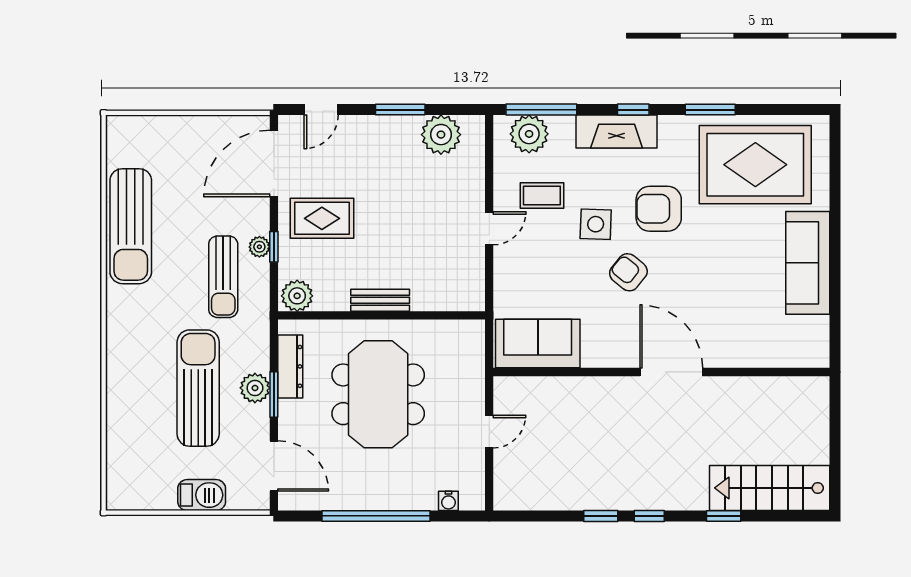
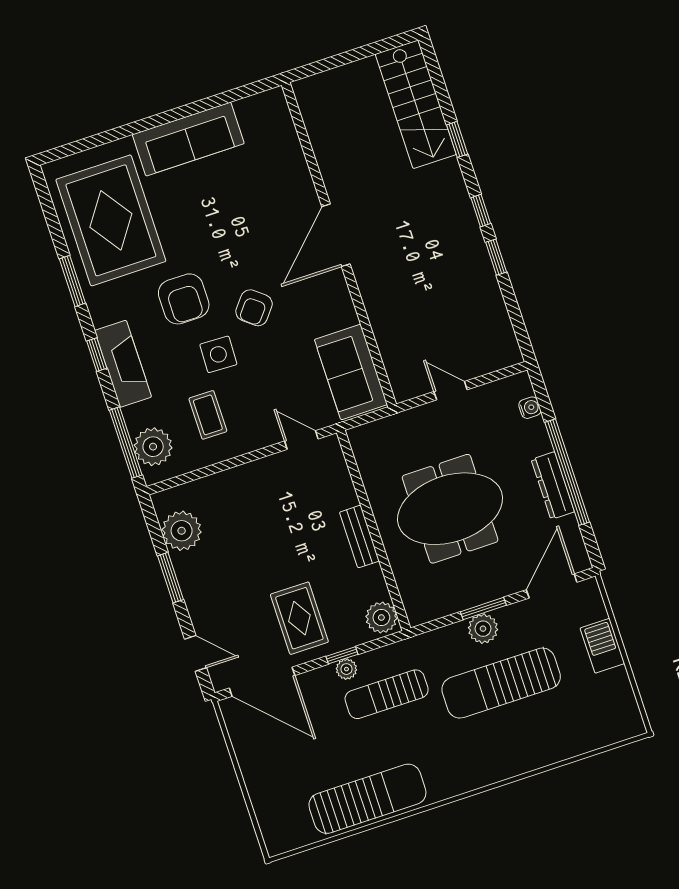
door: (489, 228) -> (301, 440), moved
sun lounger: (223, 277) -> (387, 694), turned 180
dresser: (290, 366) -> (553, 486), moved, turned -90

